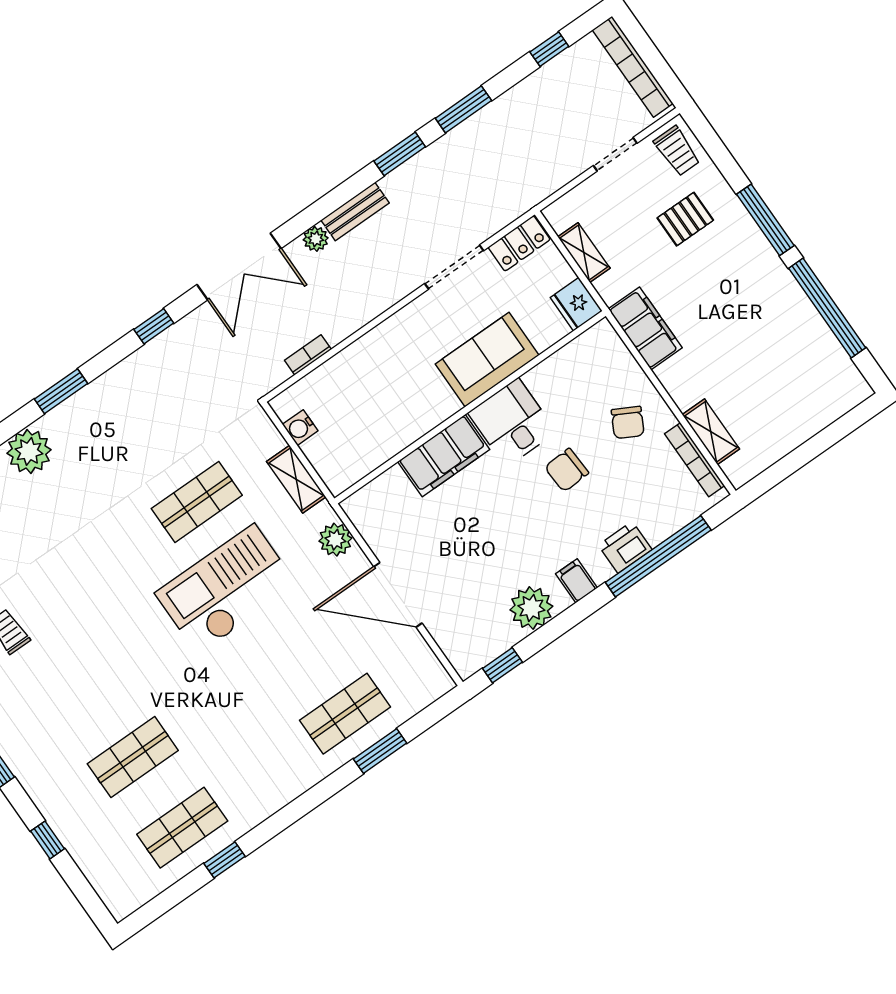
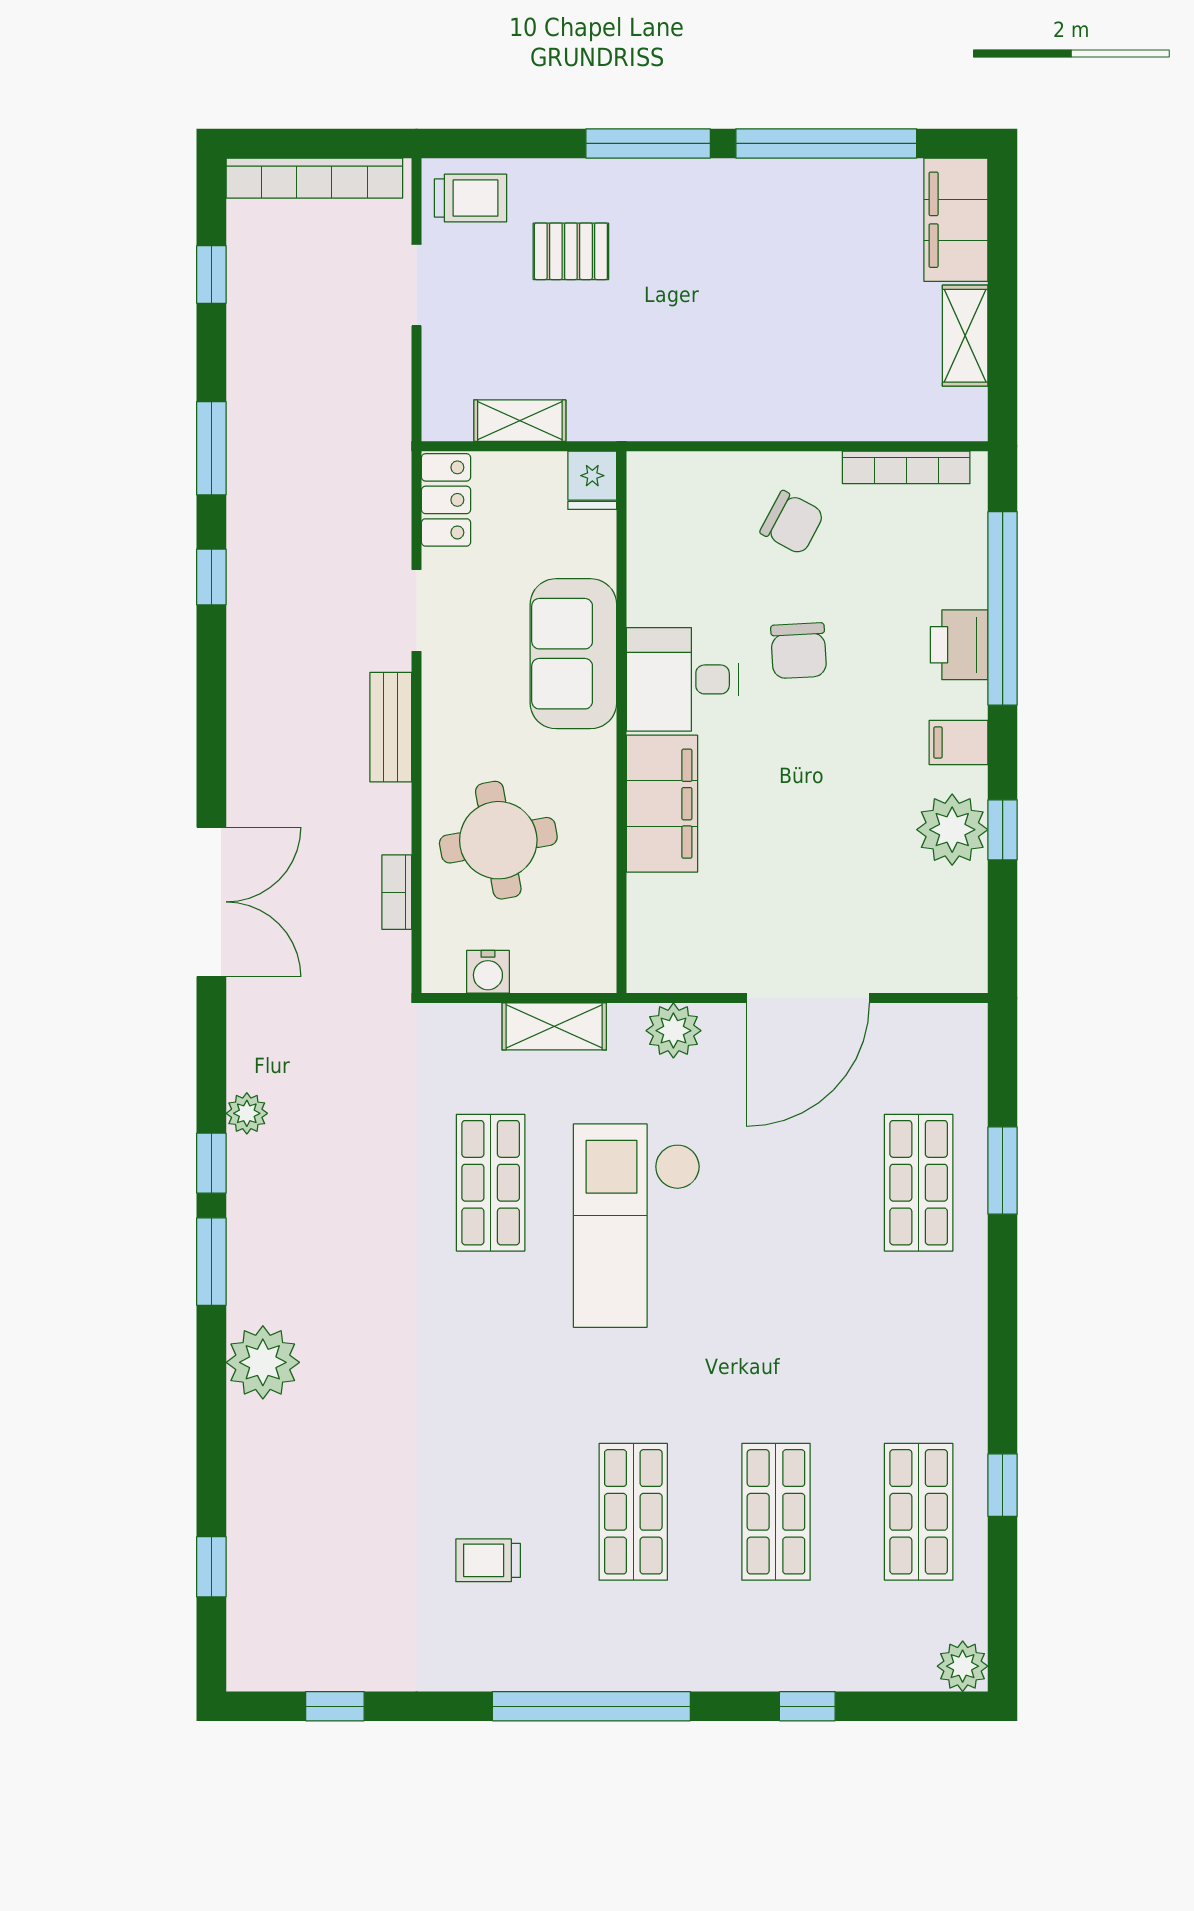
window: (400, 154) -> (211, 577), width x0.67
bench: (355, 211) -> (391, 727), moved
pallet: (685, 219) -> (571, 251), turned 90
plant: (316, 239) -> (247, 1113), moved
doorway: (454, 267) -> (416, 611), width x0.73
fridge: (576, 304) -> (592, 480), width x0.72
window: (154, 326) -> (211, 1163), moved
filing cabinet: (645, 328) -> (956, 220), moved, turned -90
round table: (369, 387) -> (498, 840), added
shelving: (711, 432) -> (965, 336), moved, turned 90
window: (502, 665) -> (1003, 830), moved
shop shelf: (83, 687) -> (633, 1512), added
plant: (121, 903) -> (963, 1666), added

